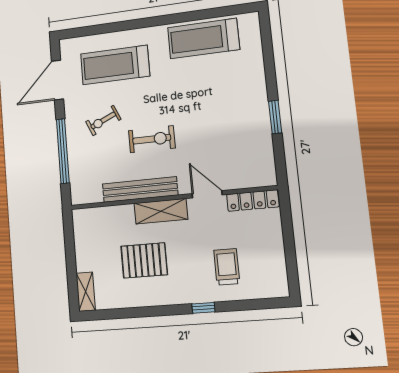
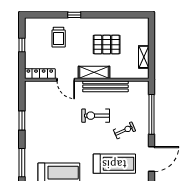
window: (267, 47) -> (22, 163), added
window: (290, 248) -> (22, 45), added
shelving: (86, 292) -> (144, 57), moved

